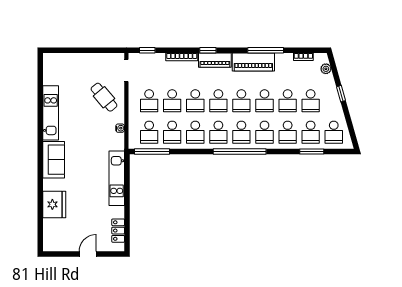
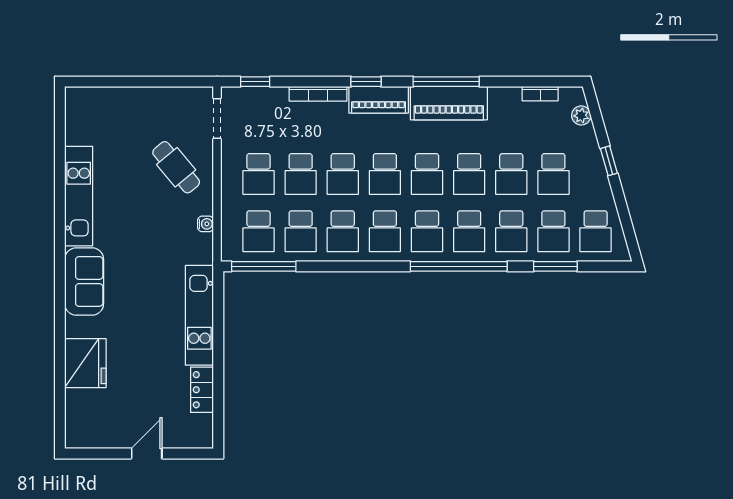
window: (266, 50) -> (446, 82), moved
window: (240, 151) -> (459, 266), moved
locker: (118, 231) -> (202, 390), moved

